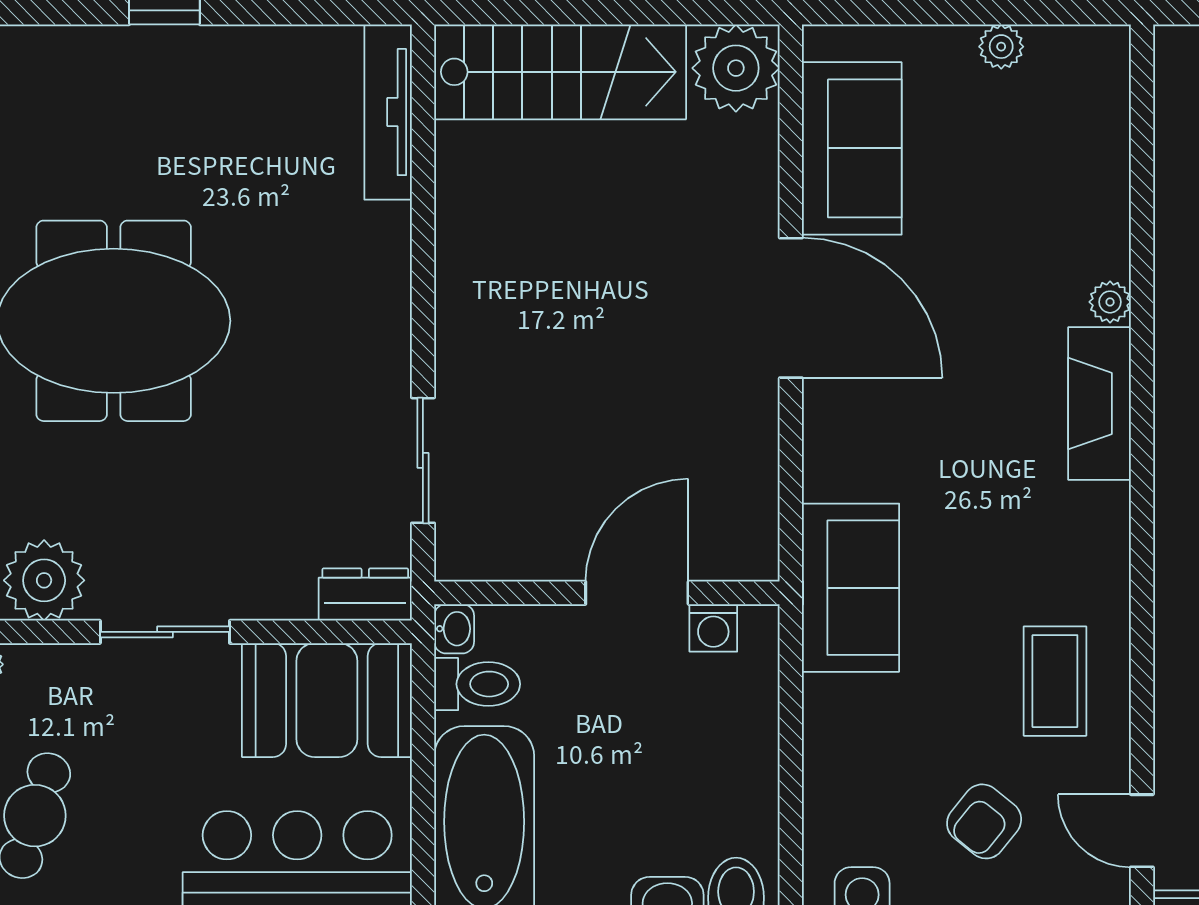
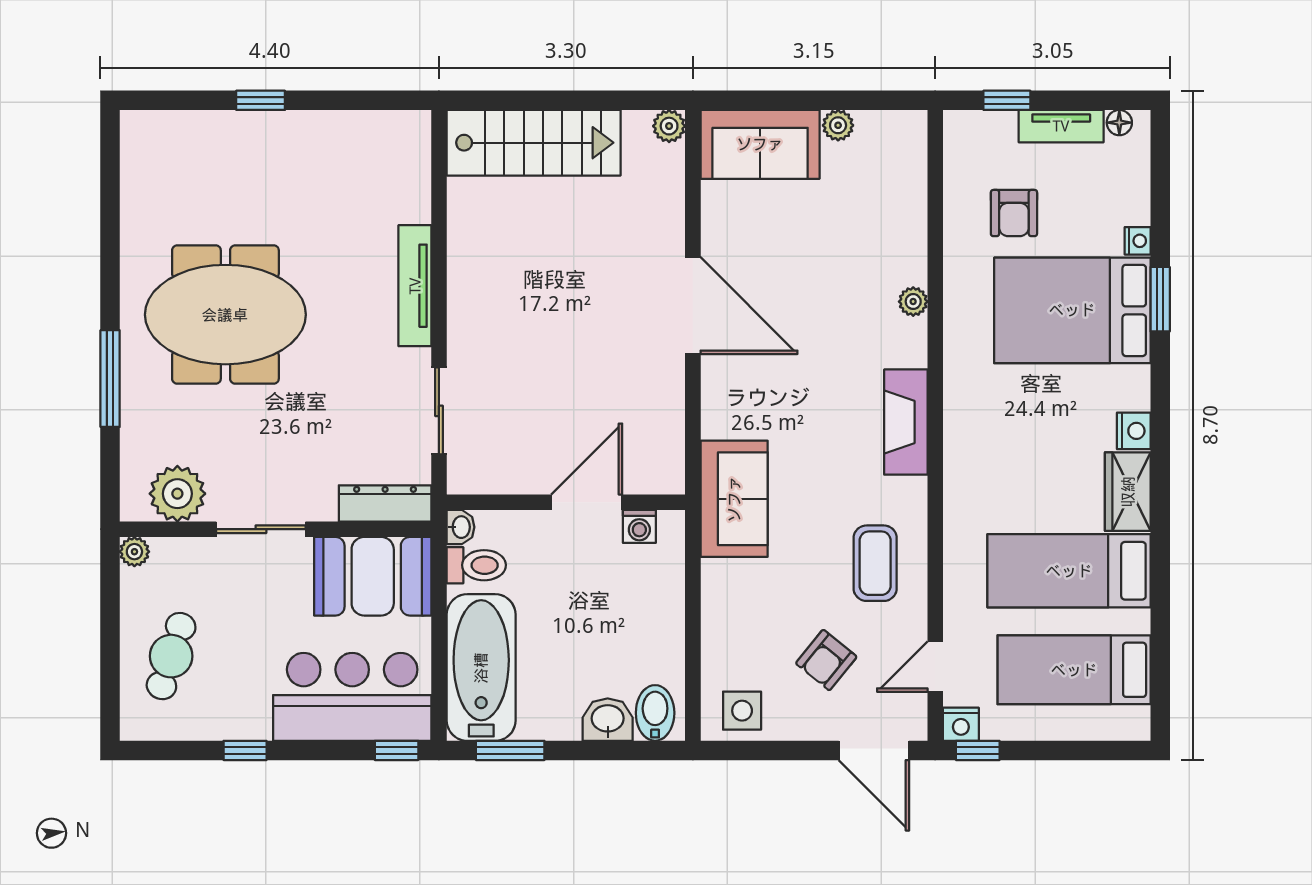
plant: (736, 68) -> (669, 126), width x0.53, depth x0.53
tv unit: (388, 112) -> (415, 286), moved
sofa: (852, 148) -> (760, 144), moved, turned 90
fireplace: (1099, 404) -> (906, 422), moved
dresser: (365, 595) -> (385, 503), width x1.44
door: (1142, 831) -> (935, 667), hinge flipped

